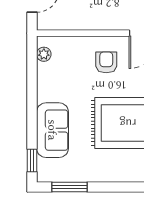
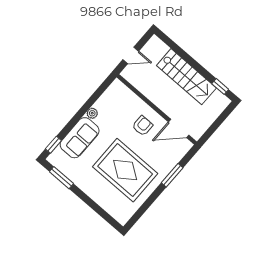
plant: (44, 54) -> (92, 113), moved

